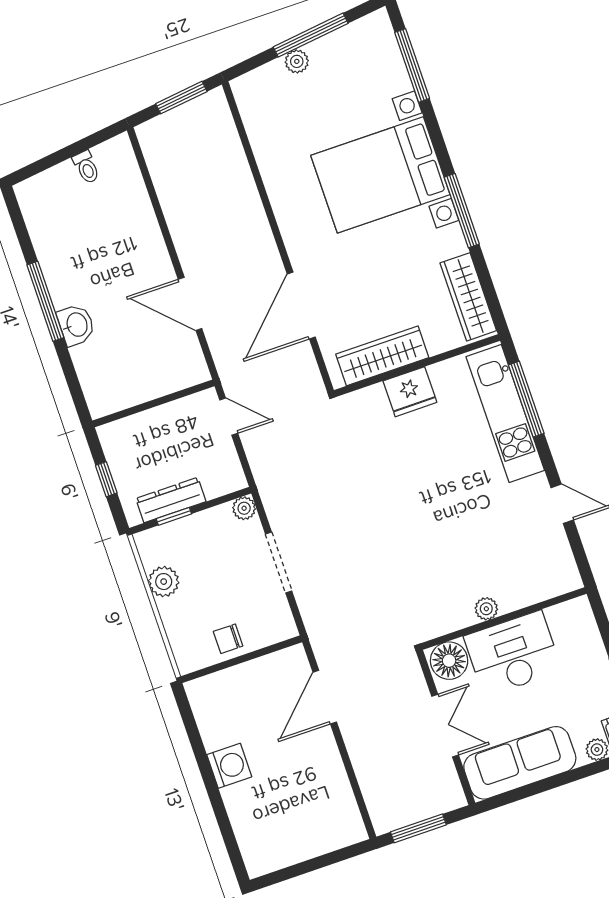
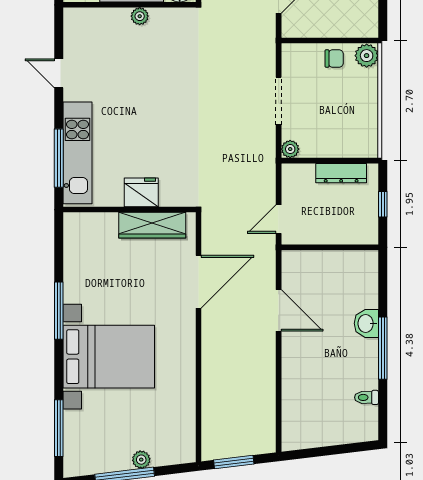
toilet: (86, 167) -> (367, 397), moved, turned -83
wardrobe: (468, 297) -> (75, 247), removed
door: (229, 417) -> (279, 219), hinge flipped
window: (174, 516) -> (343, 161), removed
plant: (164, 582) -> (367, 56), moved

